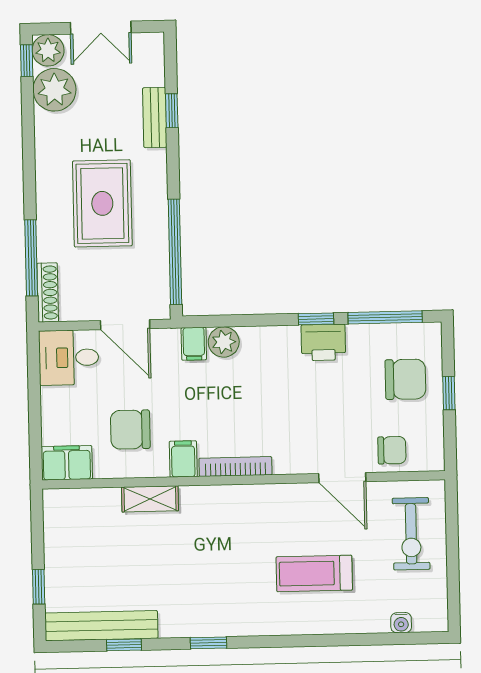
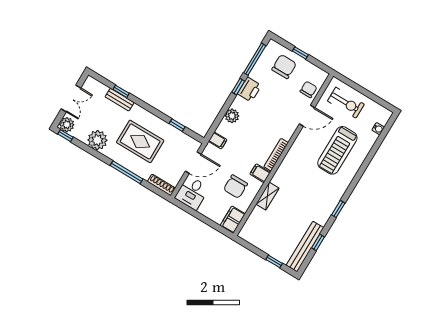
plant: (54, 90) -> (97, 140), moved
window: (175, 252) -> (177, 125), width x0.32
window: (31, 258) -> (126, 172), moved
plant: (224, 342) -> (232, 116), moved
treadmill: (314, 573) -> (337, 150), width x1.37, depth x1.38

